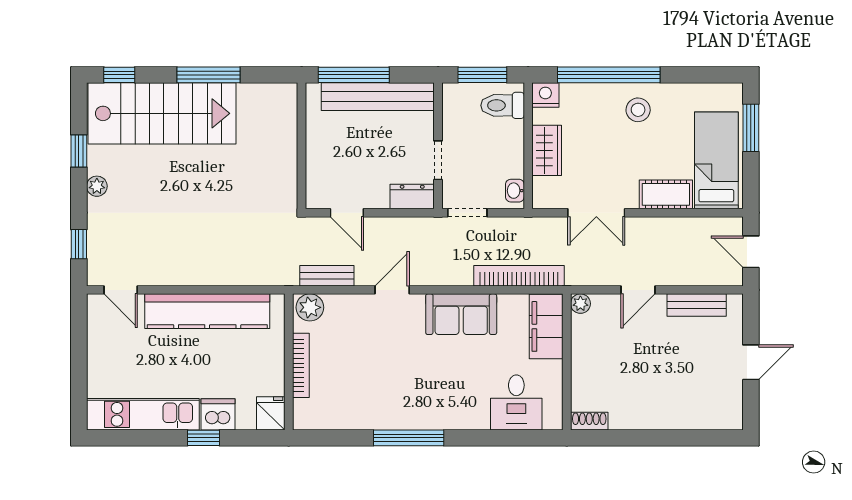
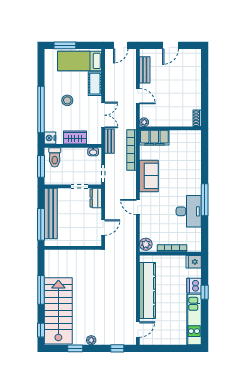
stool: (638, 110) -> (67, 100), moved
bench: (327, 276) -> (109, 141), moved
door: (751, 362) -> (171, 45), swing flipped
desk: (516, 403) -> (189, 211), moved, width x1.37

